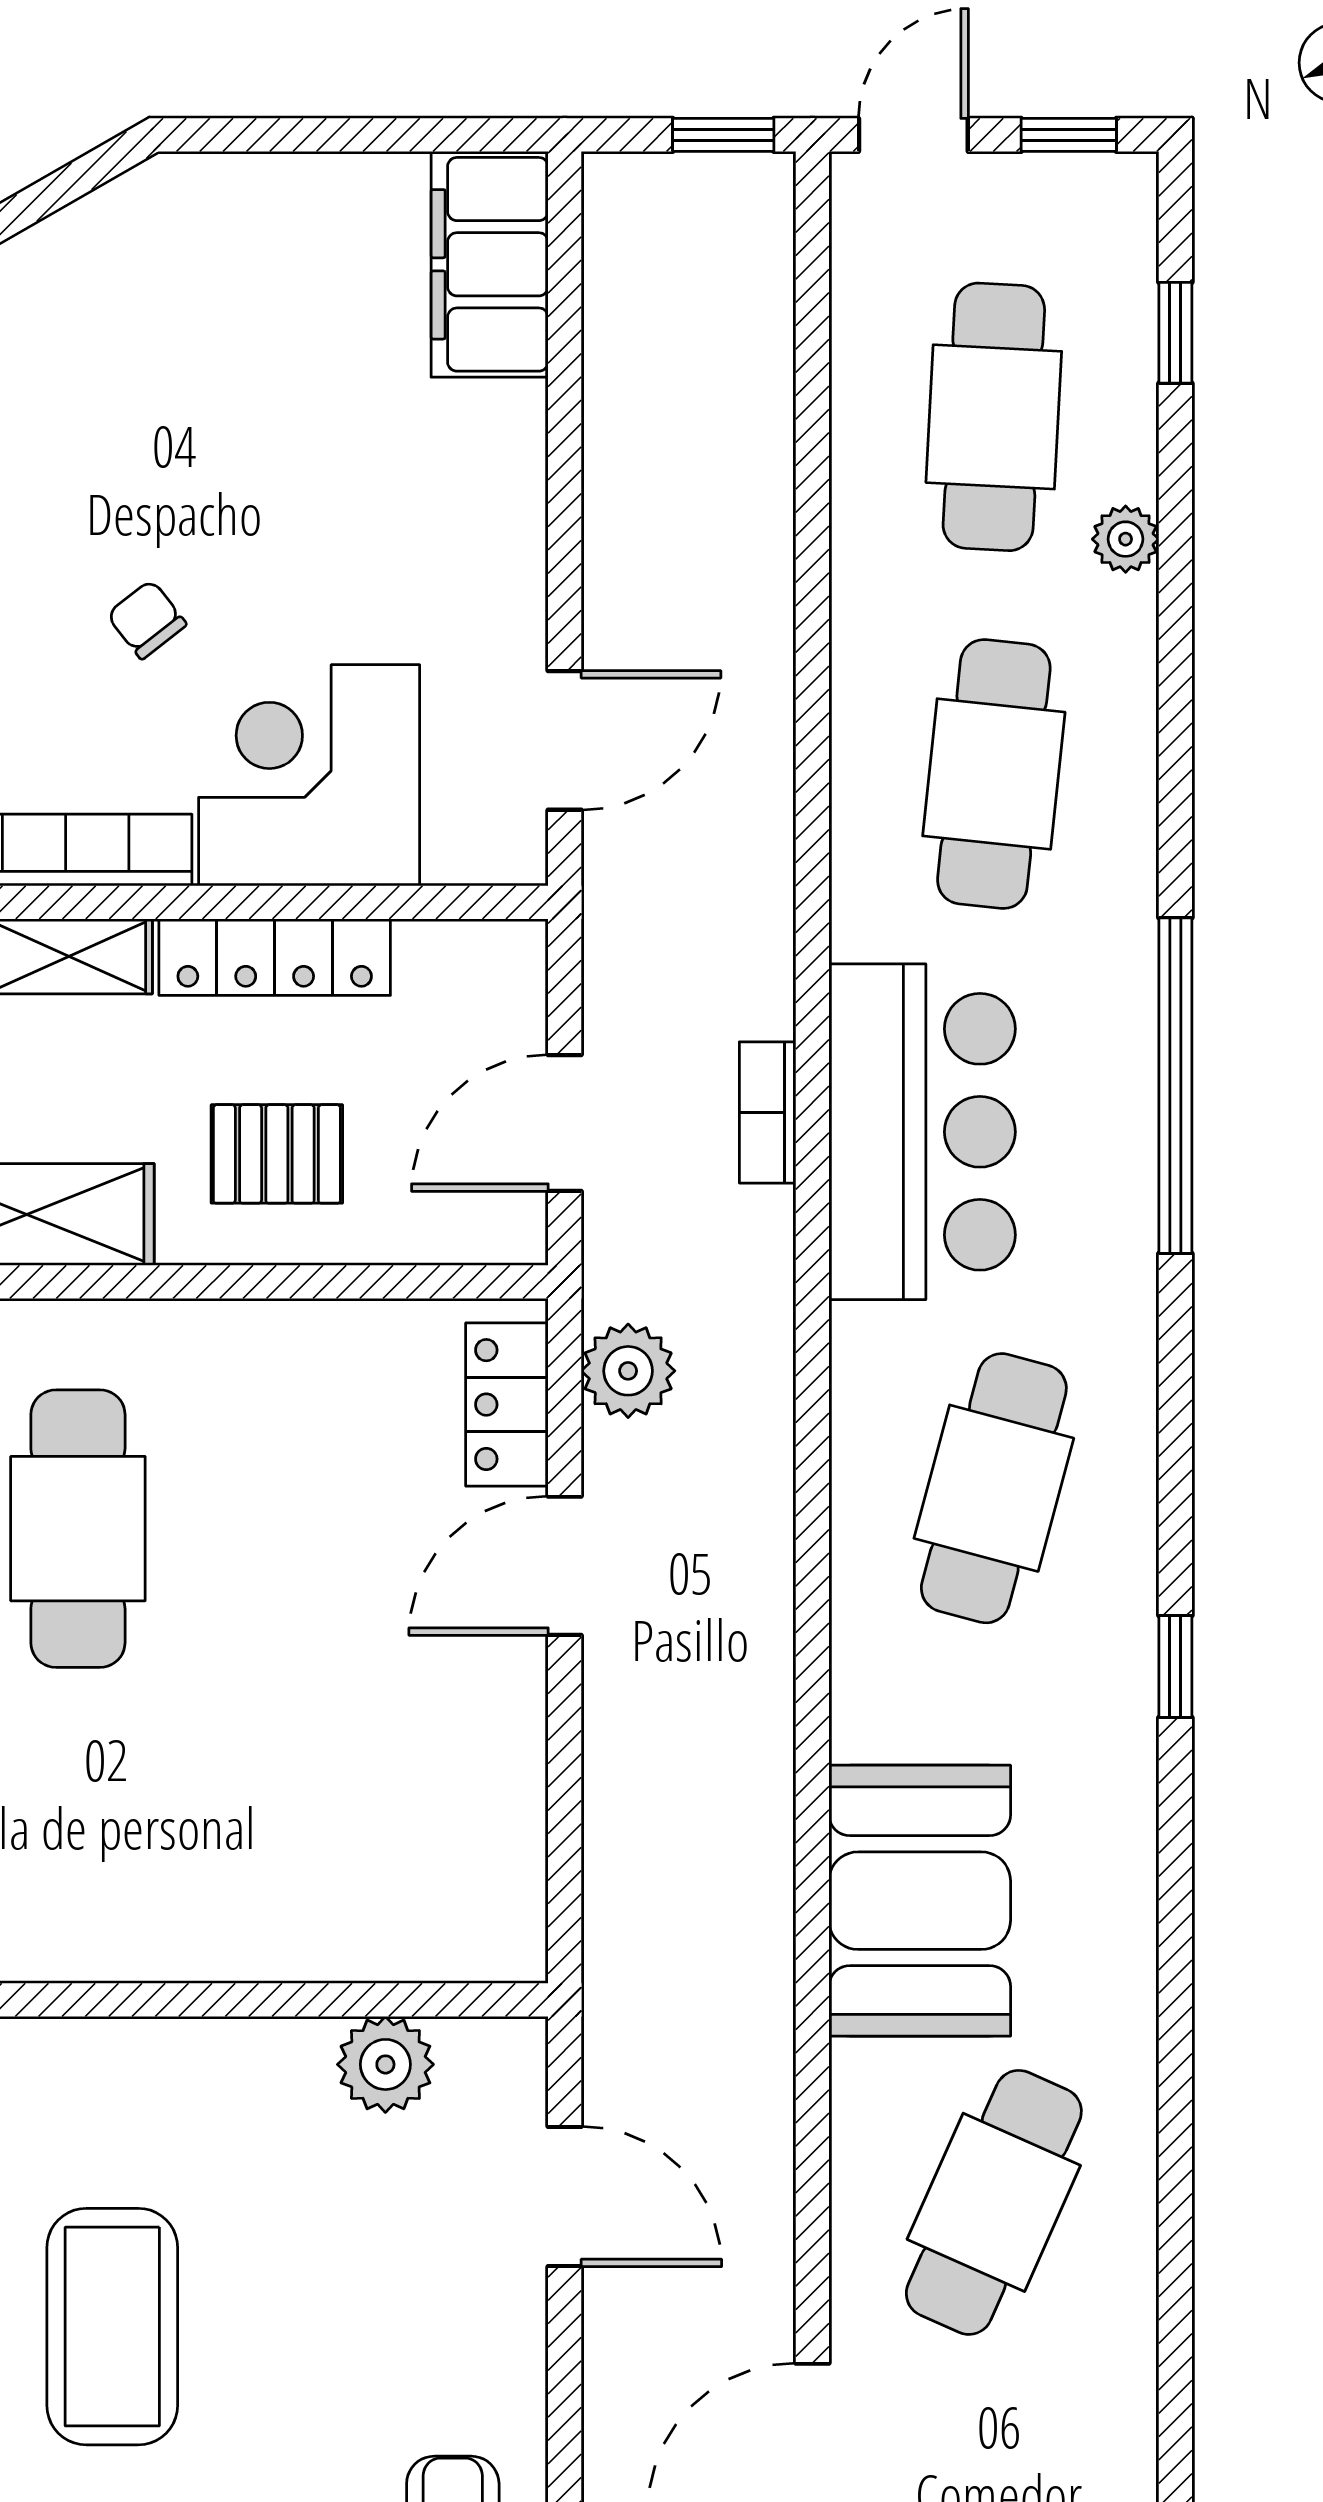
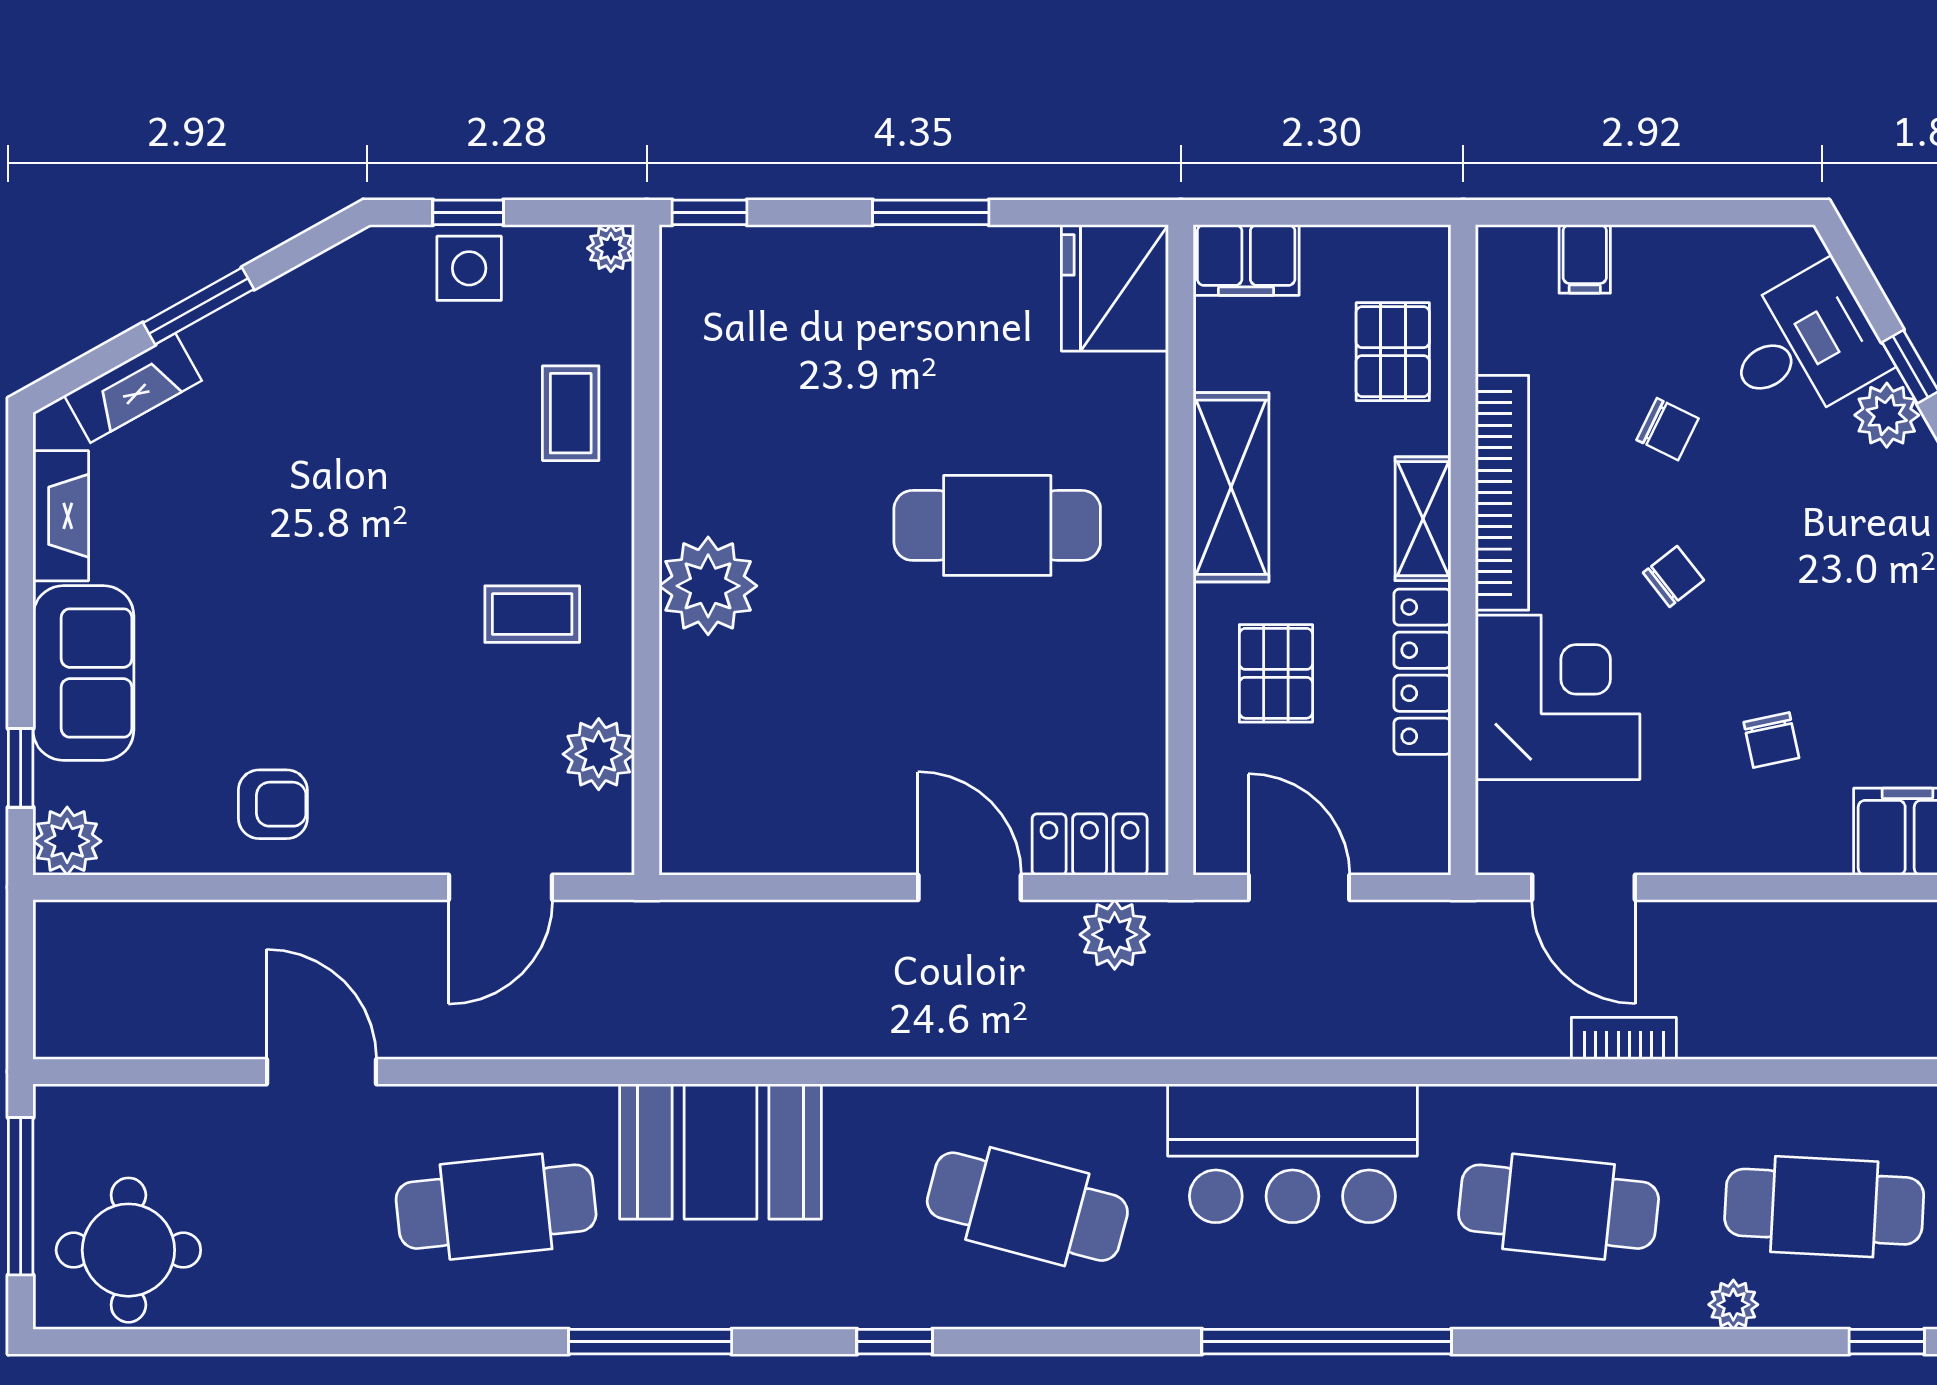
chair: (366, 488) -> (1771, 740), added
bookcase: (768, 1112) -> (1624, 1038), moved
plant: (159, 1917) -> (708, 586), added
window: (1175, 1995) -> (650, 1342), added
cafe table: (994, 2202) -> (496, 1207), turned -30
coffee table: (112, 2327) -> (532, 614), moved, width x0.54, depth x0.58

